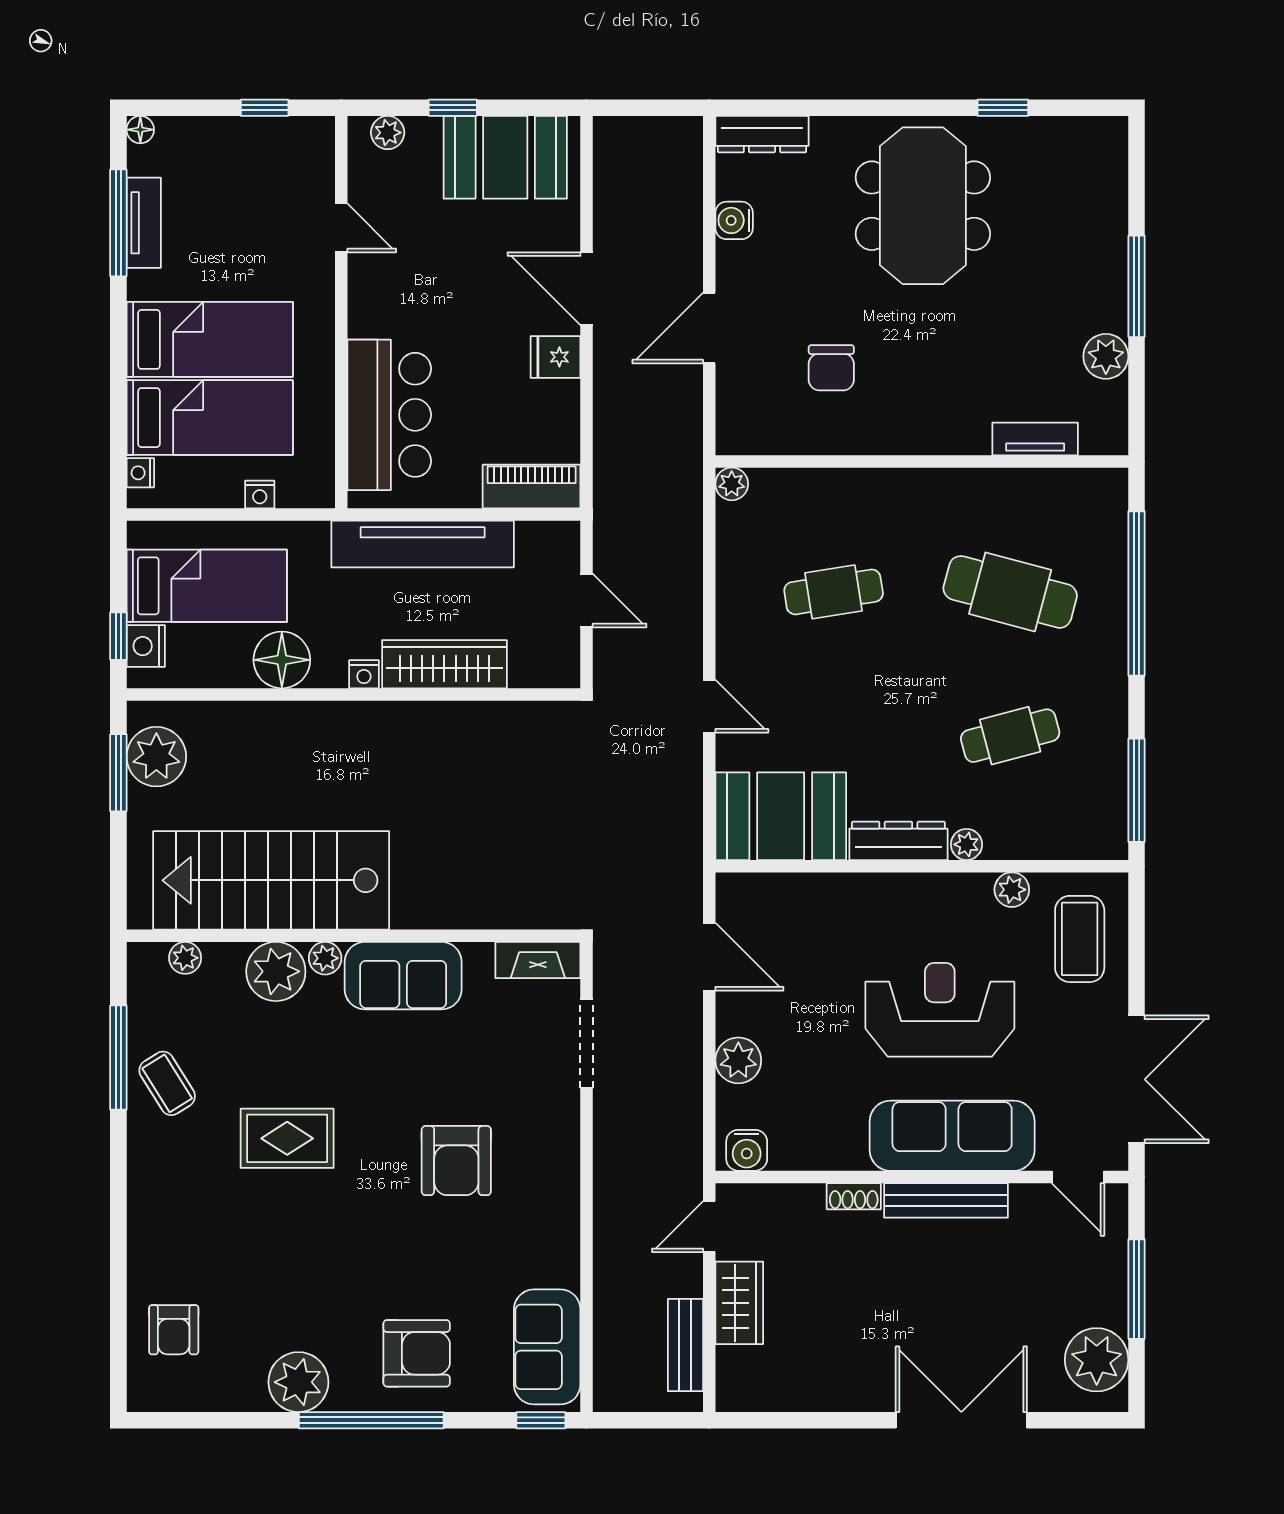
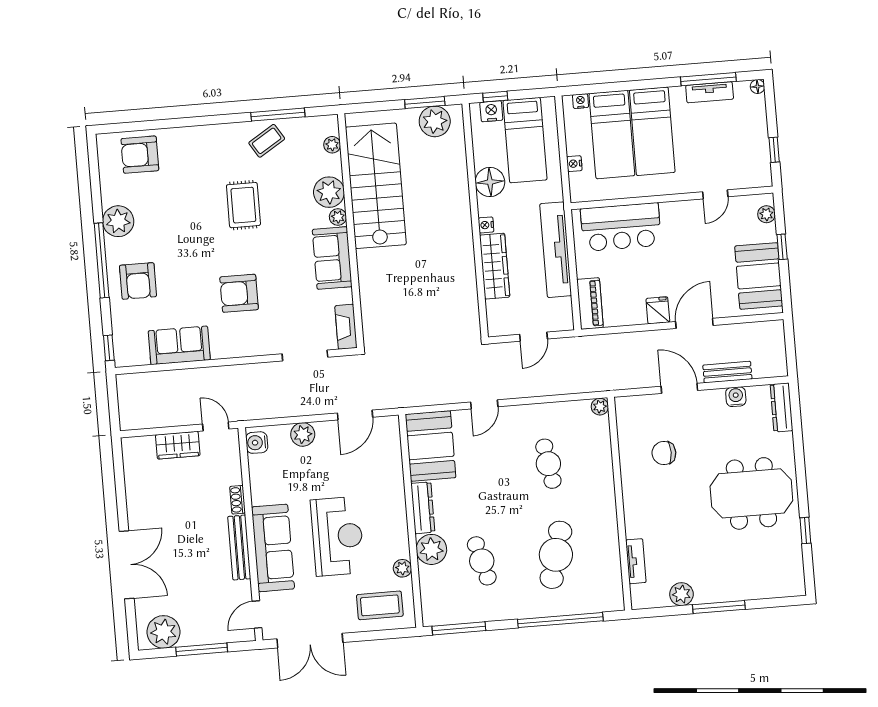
plant: (966, 844) -> (431, 549), width x1.88, depth x1.88
armchair: (174, 1330) -> (140, 155), width x1.38, depth x1.38
bench: (685, 1345) -> (727, 372), moved
sofa: (547, 1347) -> (179, 345), moved

